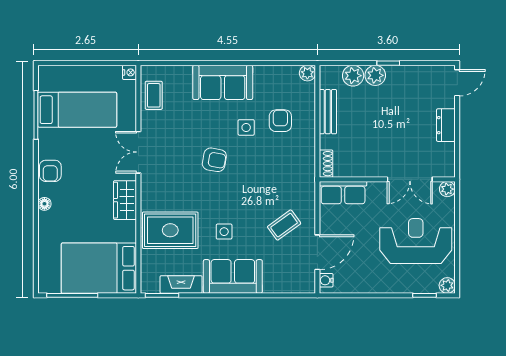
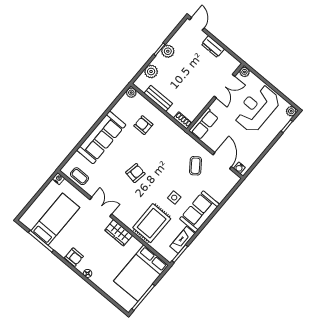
plant: (375, 75) -> (168, 51), moved
sofa: (223, 82) -> (101, 137), width x1.36
side table: (246, 127) -> (133, 144), removed
double door: (138, 152) -> (101, 207), swing flipped

